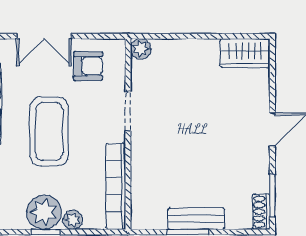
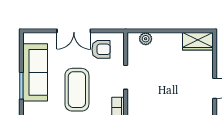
plant: (141, 49) -> (146, 39), moved

